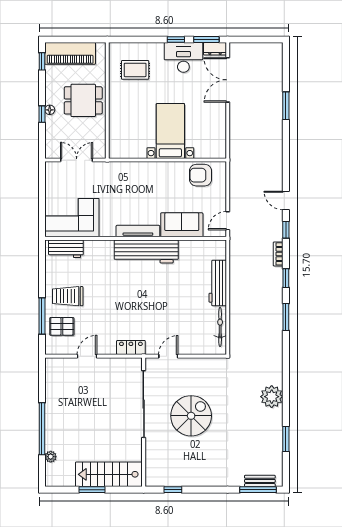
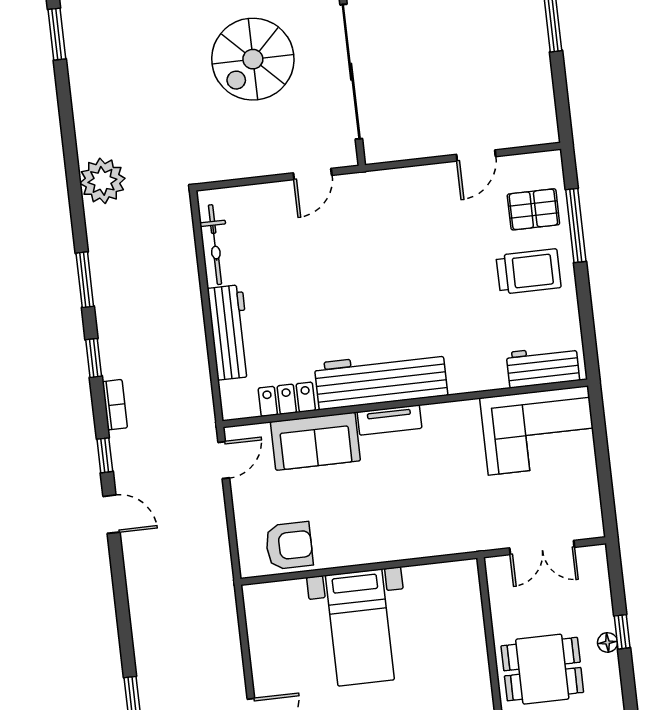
tv unit: (138, 231) -> (390, 420), width x0.71
locker: (131, 347) -> (287, 399), moved, turned 180
plant: (272, 397) -> (102, 181), moved

